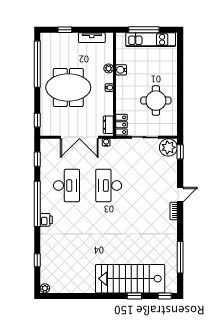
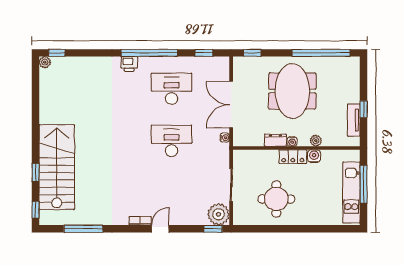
window: (65, 30) -> (364, 109), moved
dresser: (108, 125) -> (275, 140), moved
locker: (122, 125) -> (293, 157), moved
desk: (66, 186) -> (172, 89), turned 180
door: (180, 195) -> (160, 229), swing flipped
window: (37, 260) -> (57, 53), moved

